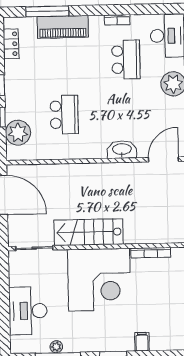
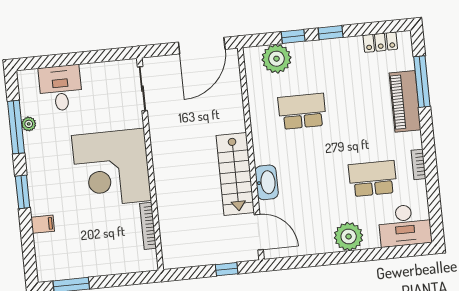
school desk: (126, 59) -> (373, 179), turned 180
school desk: (64, 115) -> (302, 111), turned 180
stairs: (88, 232) -> (235, 174), moved, turned 180
desk: (28, 311) -> (61, 88), width x0.73

